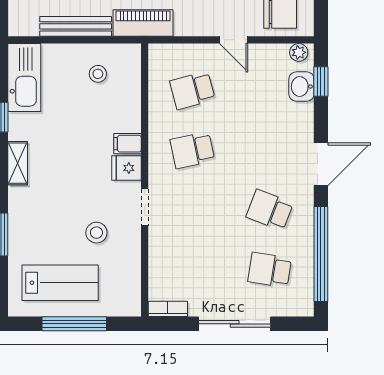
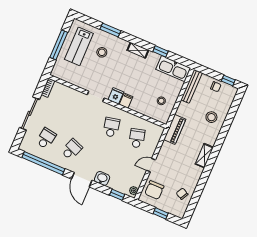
bench: (76, 26) -> (192, 86), moved
washbasin: (301, 87) -> (102, 178), moved
stool: (96, 233) -> (102, 52), moved

